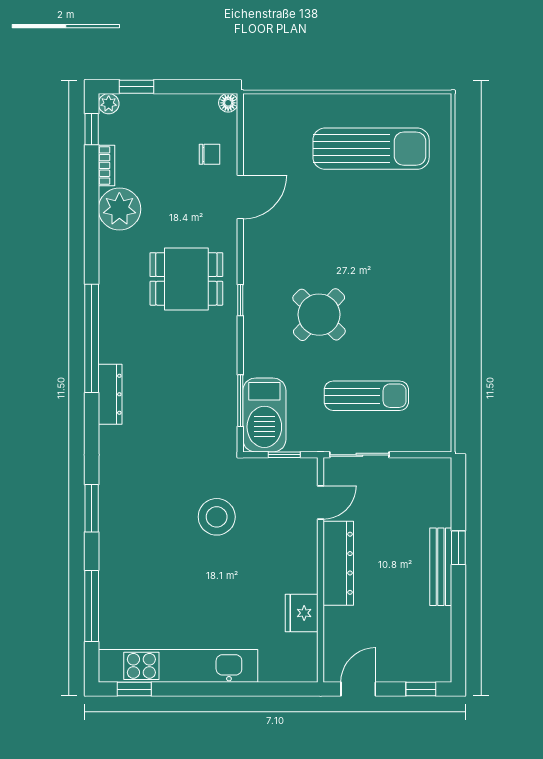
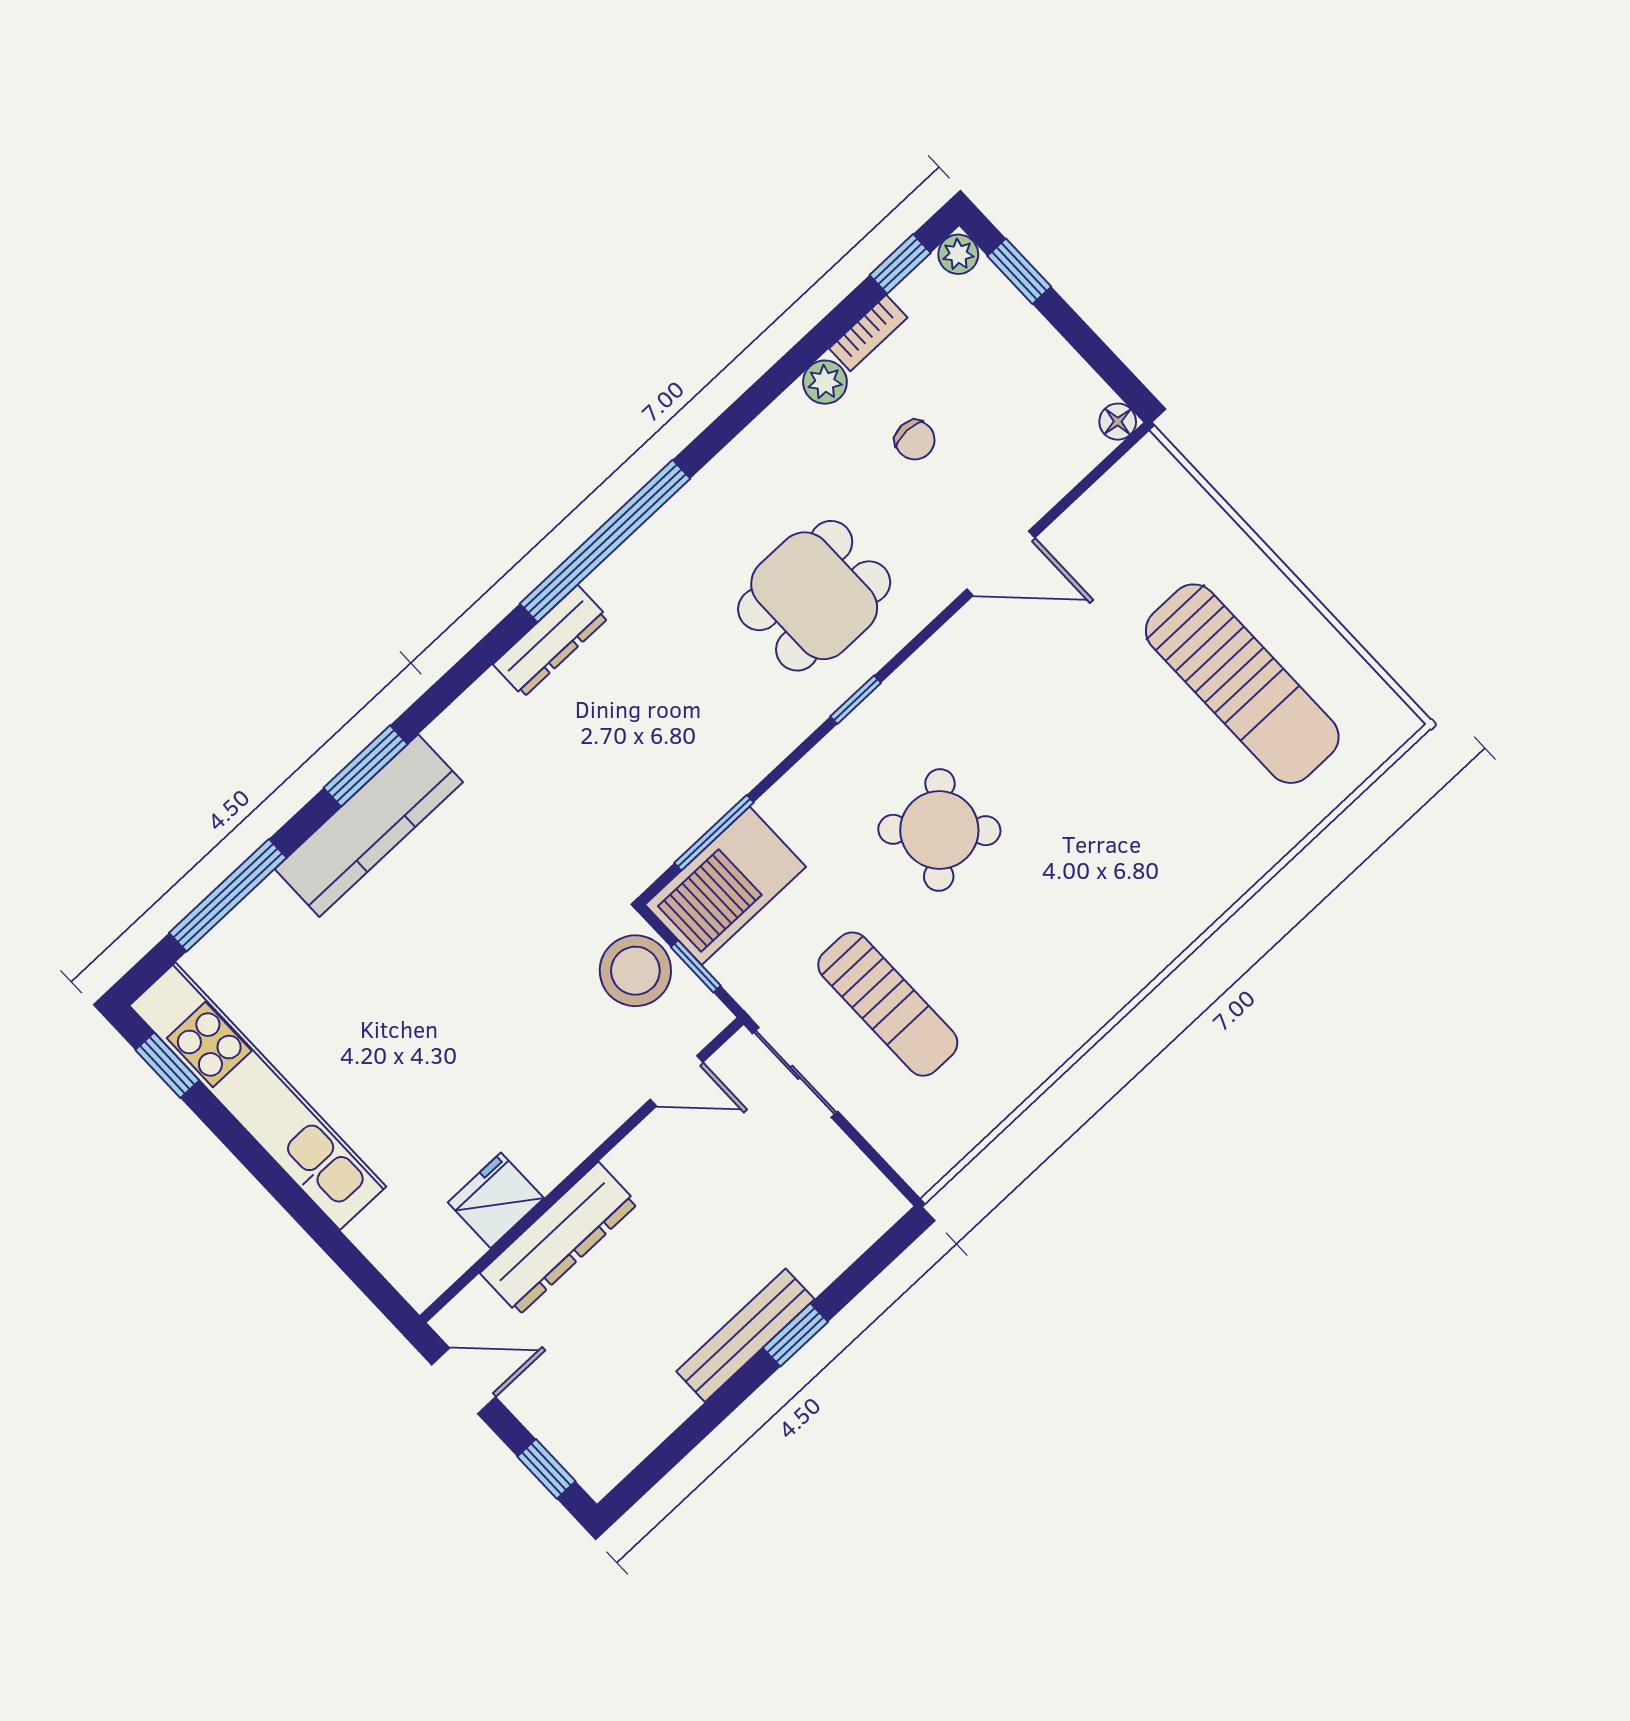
chair: (209, 154) -> (915, 440), moved
plant: (119, 209) -> (825, 382), width x0.53, depth x0.53
dining table: (186, 279) -> (814, 596), turned 90
stool: (217, 517) -> (635, 971), moved
kitchen counter: (115, 528) -> (369, 826), added
dresser: (338, 563) -> (559, 1238), moved

